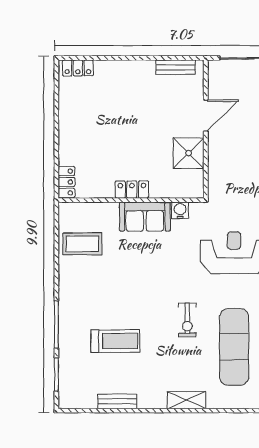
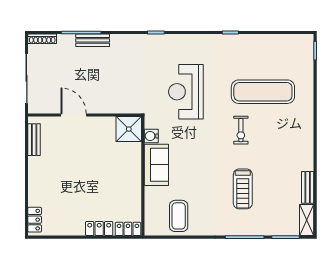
shower: (189, 153) -> (129, 129), moved
locker: (132, 190) -> (99, 229), moved, turned 90
exercise bike: (187, 320) -> (241, 130), turned 90
treadmill: (115, 341) -> (243, 189), moved, turned 180
shelving: (186, 400) -> (307, 220), moved

